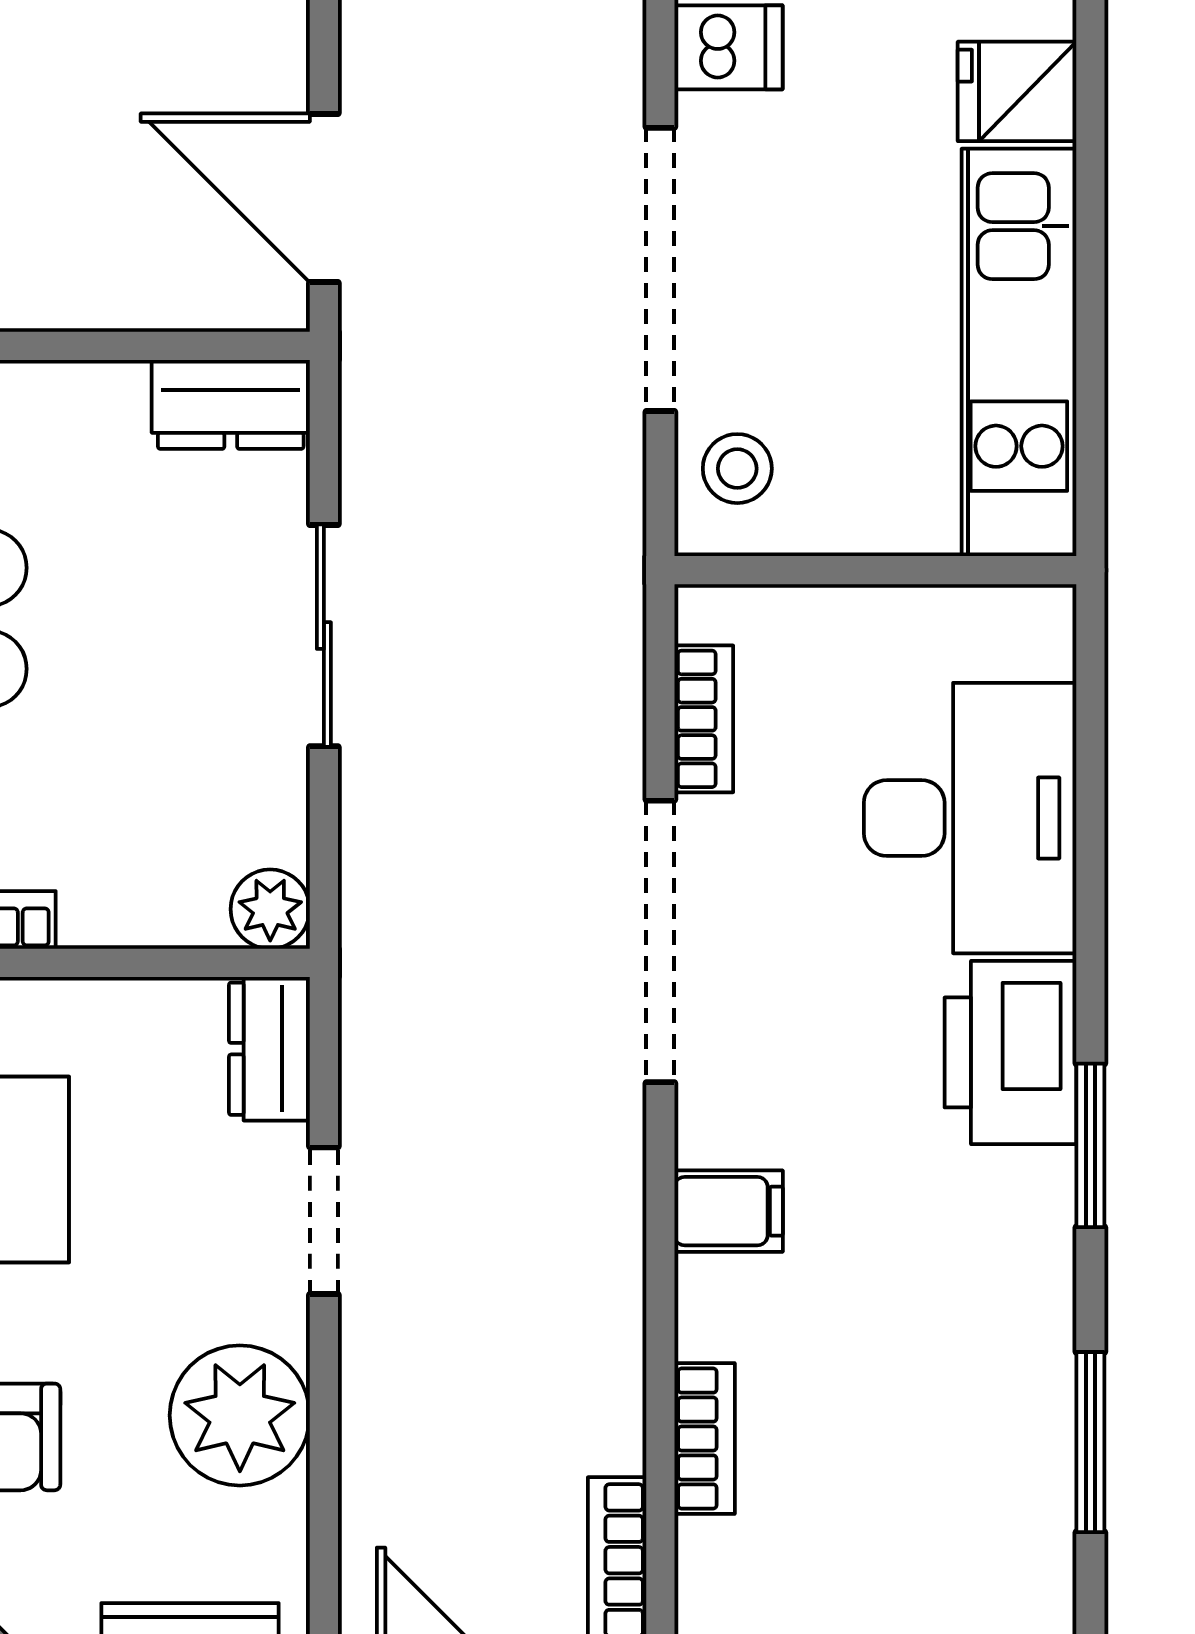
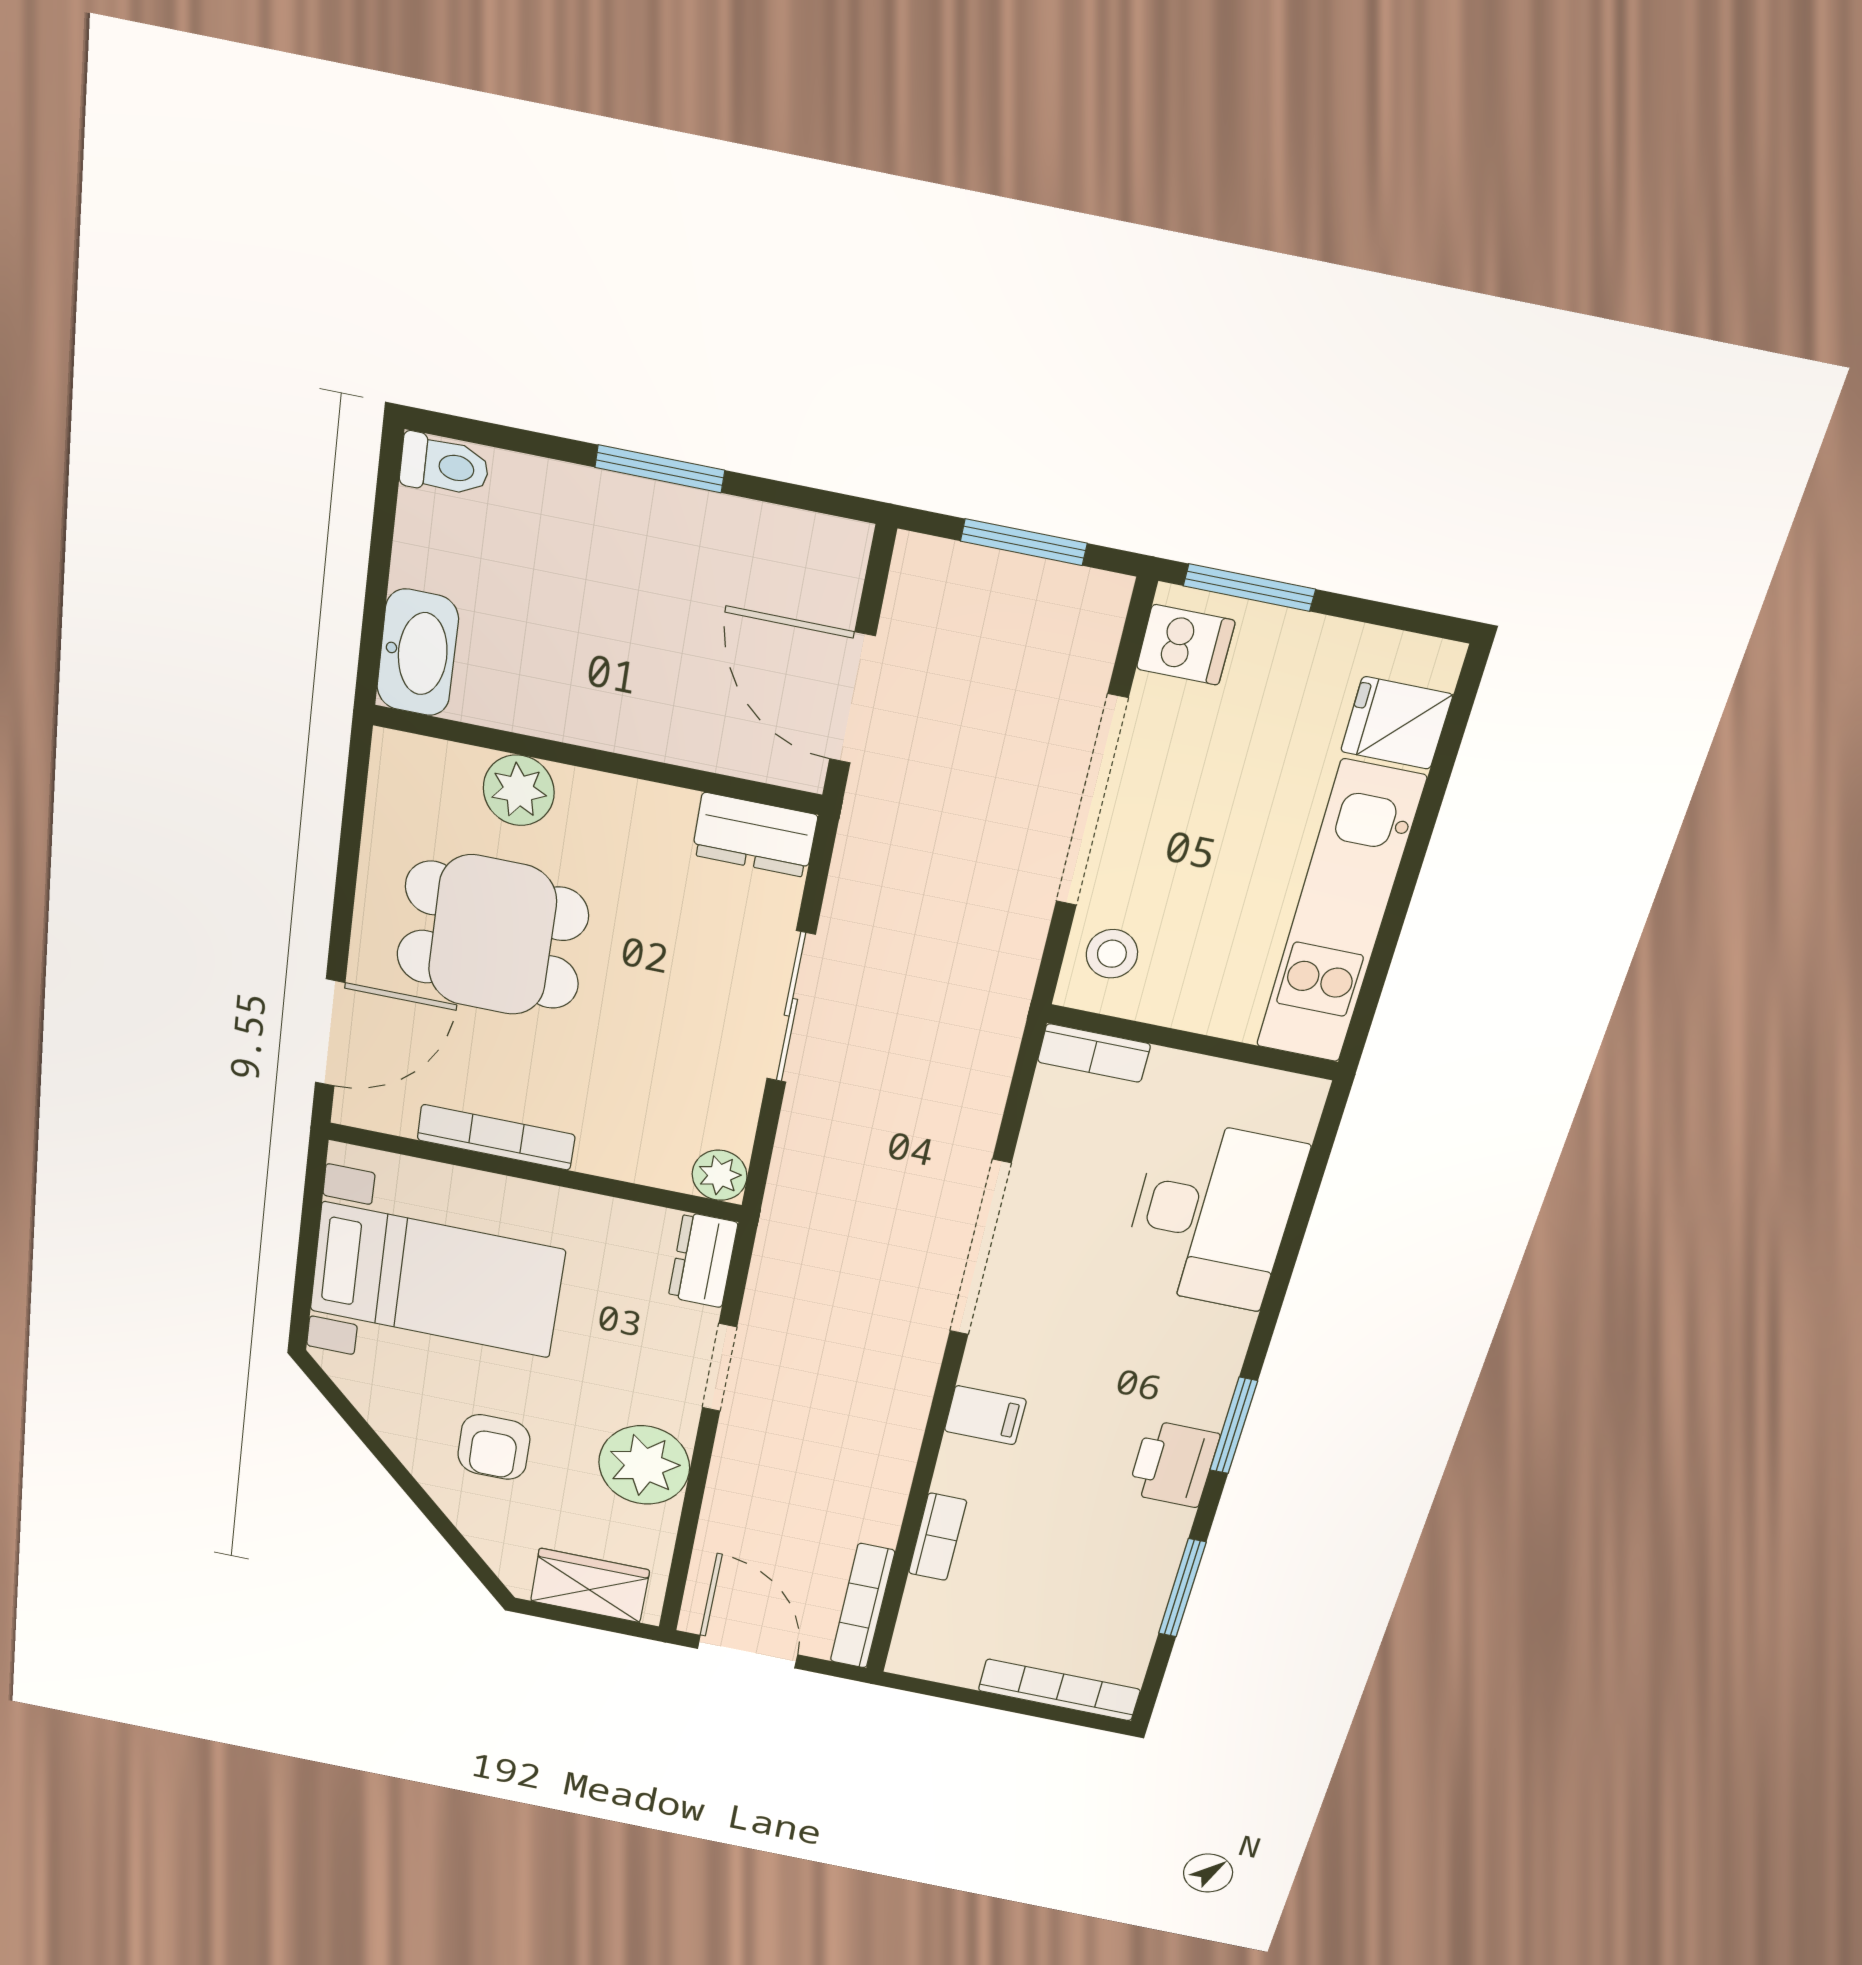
bookcase: (704, 719) -> (1094, 1053), moved, turned 90
printer: (1010, 1052) -> (1173, 1464), moved, width x0.73, depth x0.84

